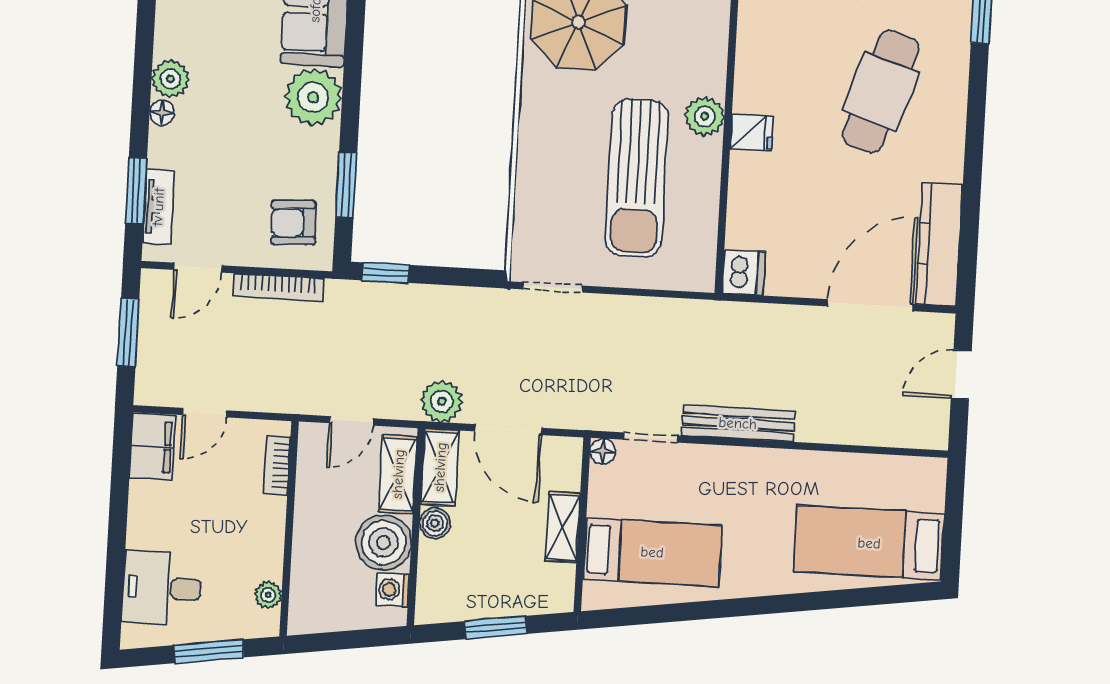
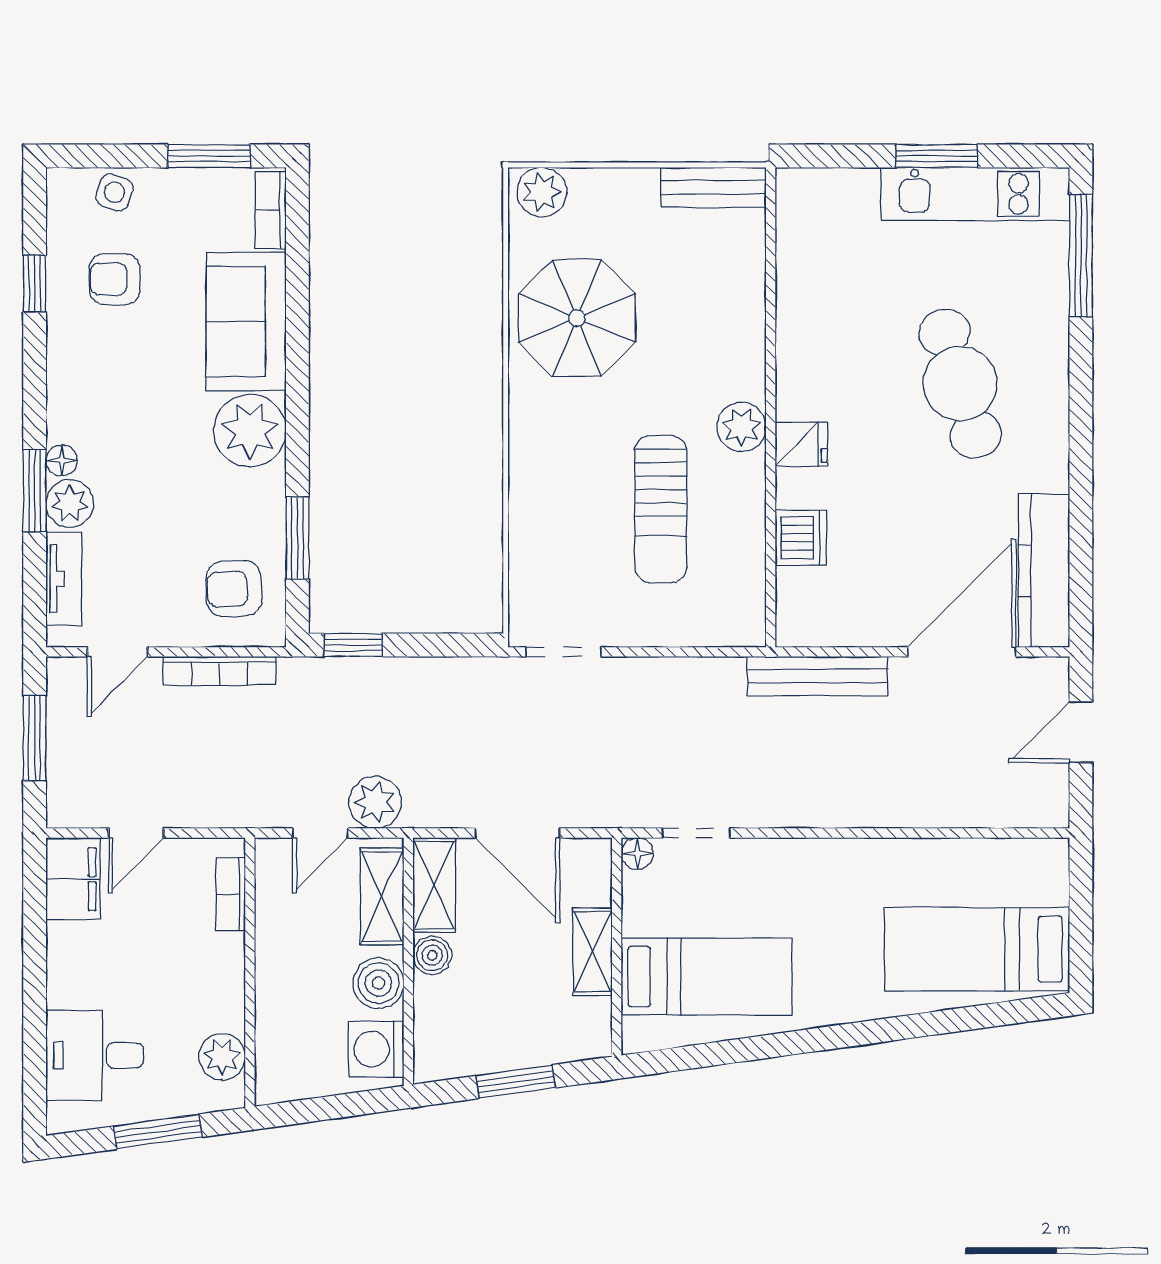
plant: (170, 79) -> (70, 503), moved
cafe table: (881, 92) -> (960, 384), turned -35
sun lounger: (637, 178) -> (661, 509), width x0.73, depth x0.75
window: (136, 191) -> (35, 491), moved
dishwasher: (743, 273) -> (801, 538), moved
plant: (442, 401) -> (375, 802), moved
bench: (738, 423) -> (817, 676), moved
boiler: (384, 543) -> (378, 983), width x0.73, depth x0.73
washing machine: (393, 590) -> (376, 1049), width x1.38, depth x1.38
plant: (268, 595) -> (222, 1057), width x1.38, depth x1.38

